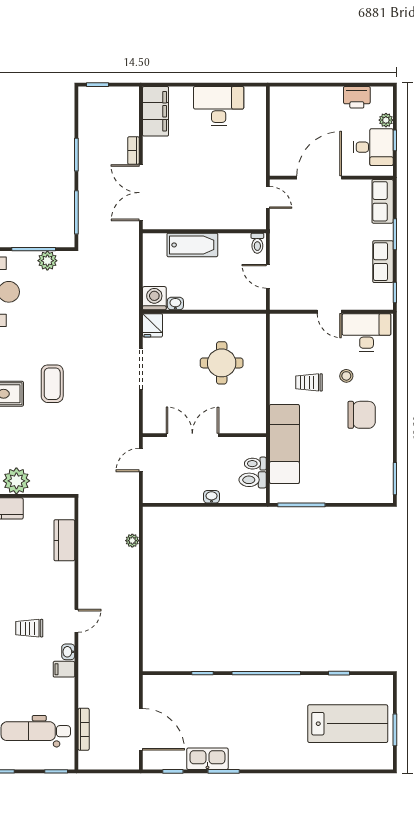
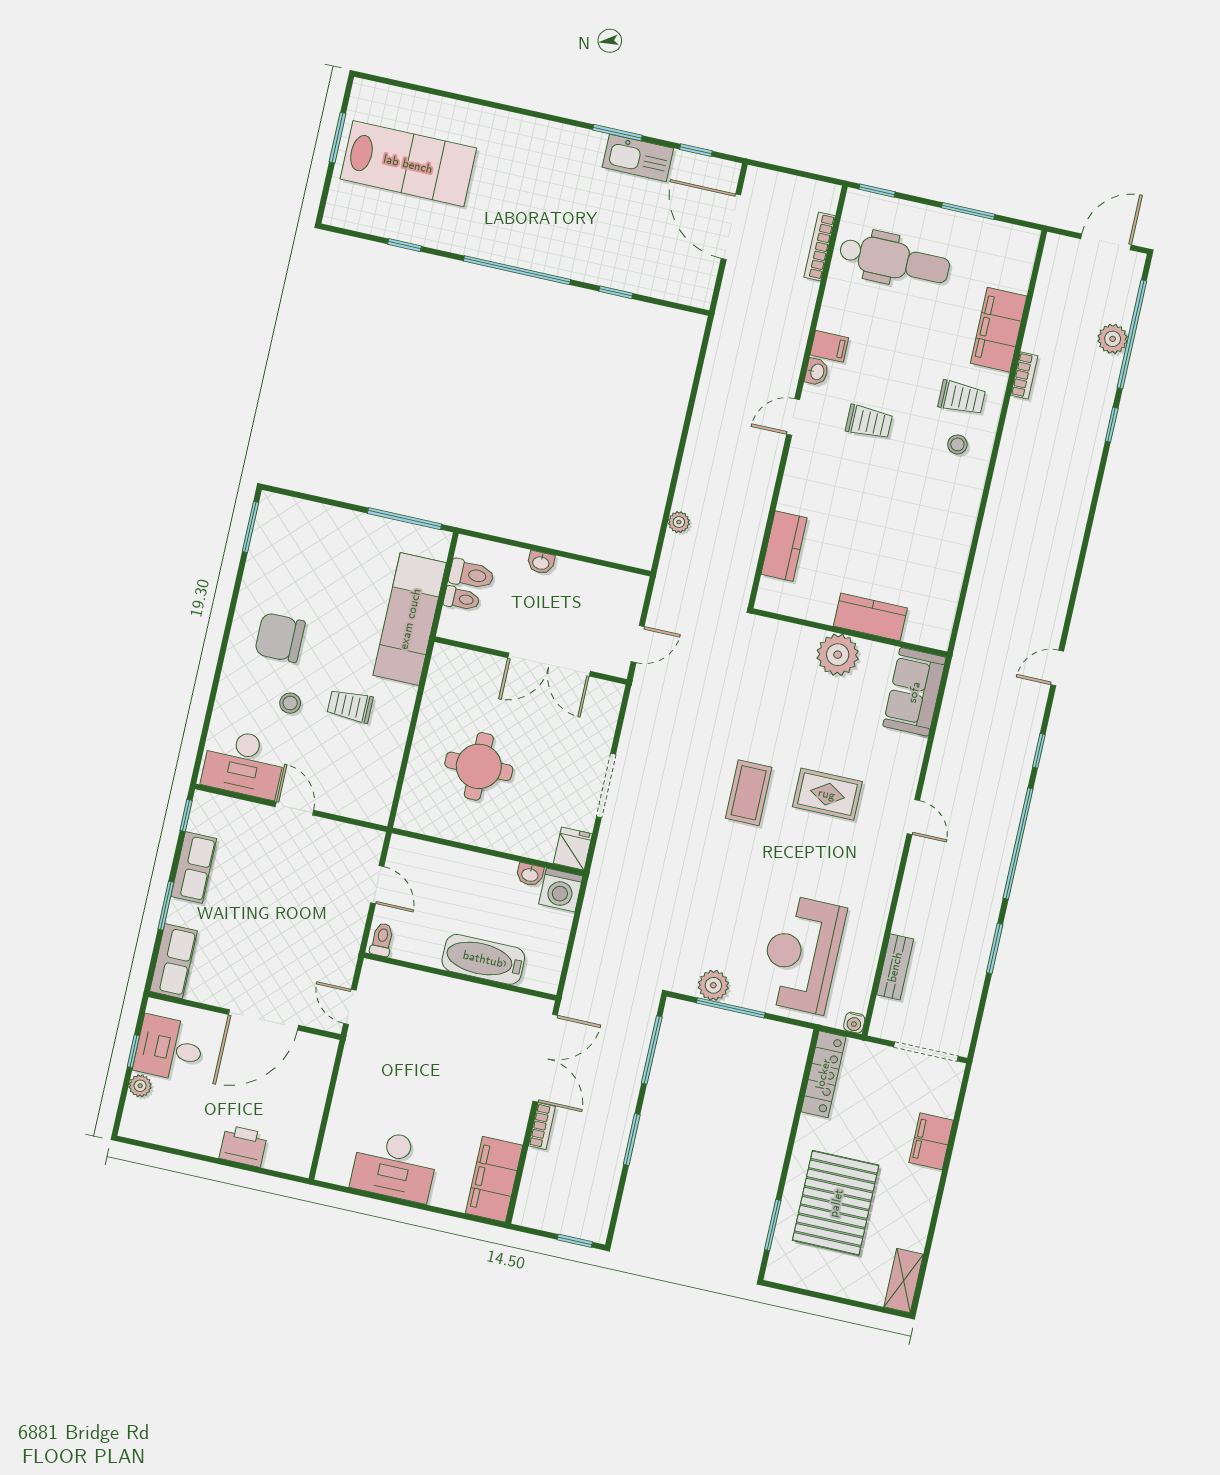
printer: (357, 97) -> (243, 1146), moved
trolley: (309, 382) -> (350, 706), turned 180
lab bench: (348, 724) -> (408, 164), turned 180

